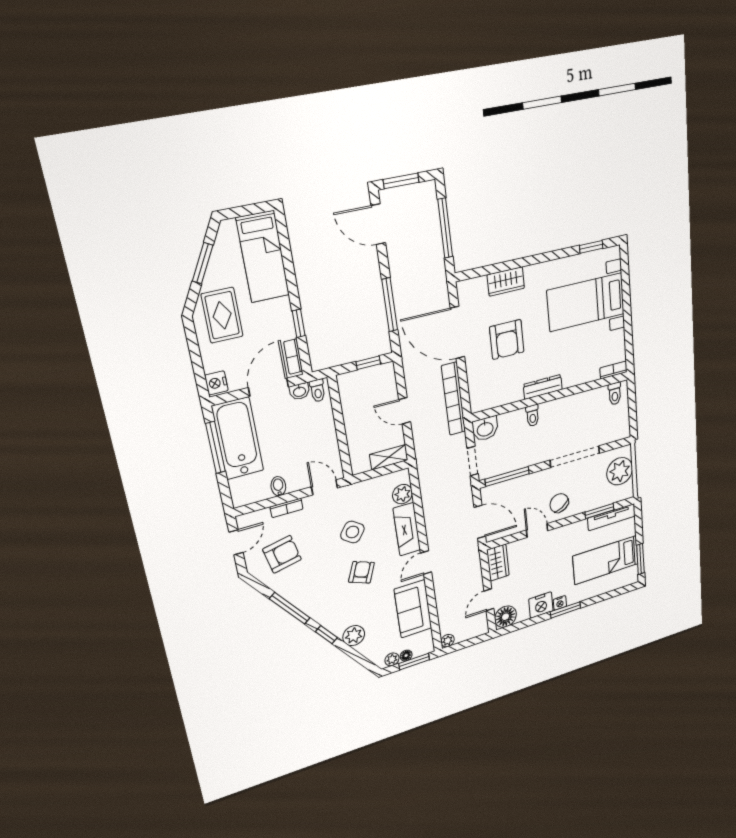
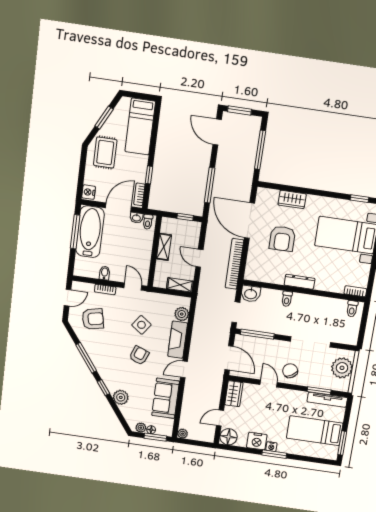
shelving: (351, 416) -> (164, 247), added

